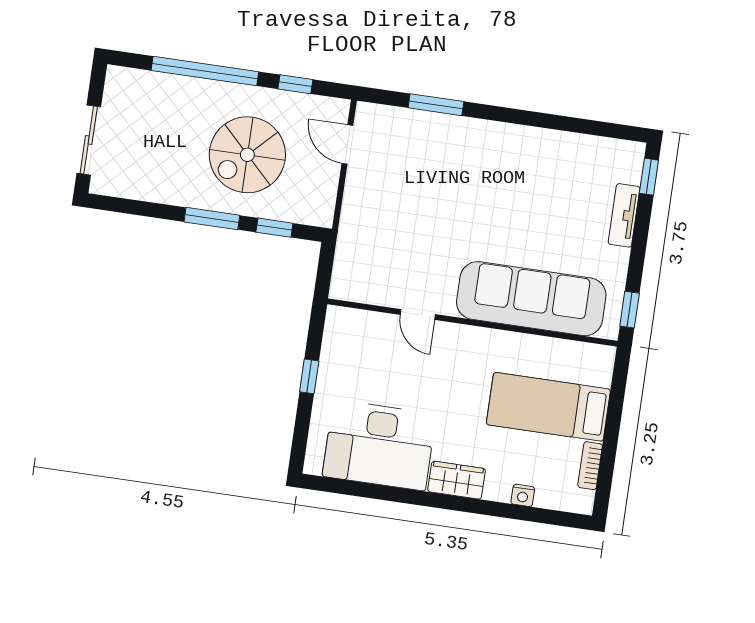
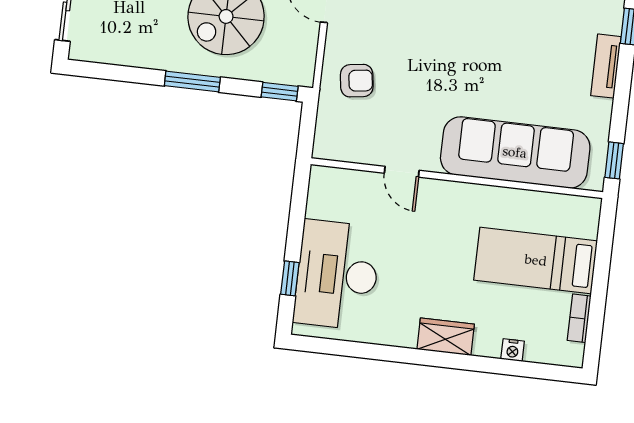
armchair: (376, 223) -> (357, 81), added
window: (274, 228) -> (280, 92), moved
window: (309, 376) -> (290, 278), moved
desk: (379, 445) -> (337, 275), moved, turned 90

